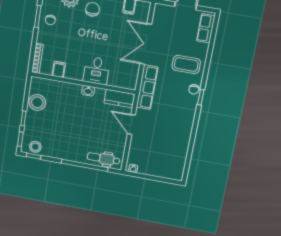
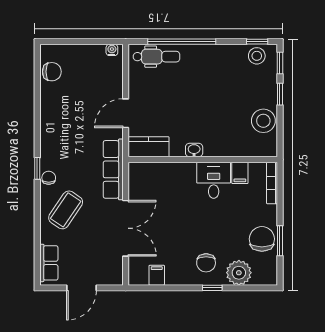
chair: (50, 20) -> (262, 239), width x1.87, depth x1.87
coffee table: (186, 64) -> (66, 210), turned -56
desk: (96, 71) -> (214, 180), moved
door: (131, 124) -> (126, 113), swing flipped
chair: (177, 162) -> (52, 72), added

